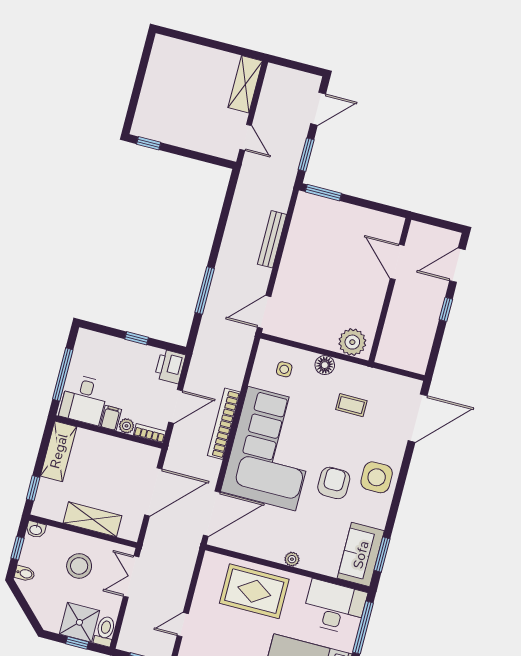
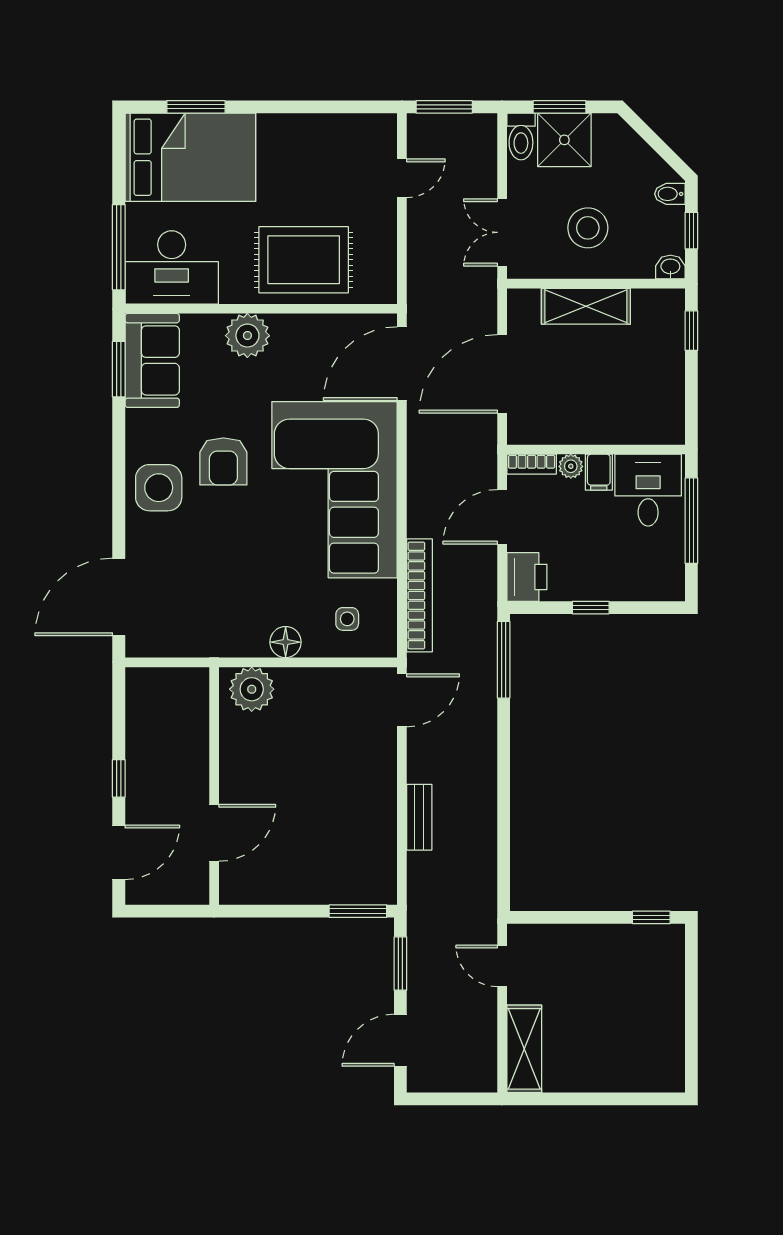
bench: (272, 239) -> (419, 817), width x0.73
door: (397, 262) -> (214, 833), hinge flipped
window: (205, 290) -> (504, 660), moved
coffee table: (351, 405) -> (228, 590), removed
bookcase: (224, 424) -> (419, 595), moved
shelving: (59, 451) -> (667, 399), removed
plant: (292, 559) -> (247, 336), width x1.88, depth x1.88
double door: (131, 577) -> (502, 232), swing flipped
window: (77, 643) -> (560, 107), width x1.50

